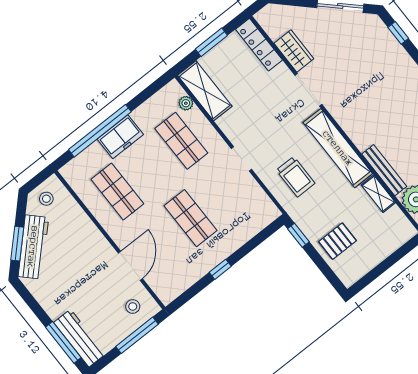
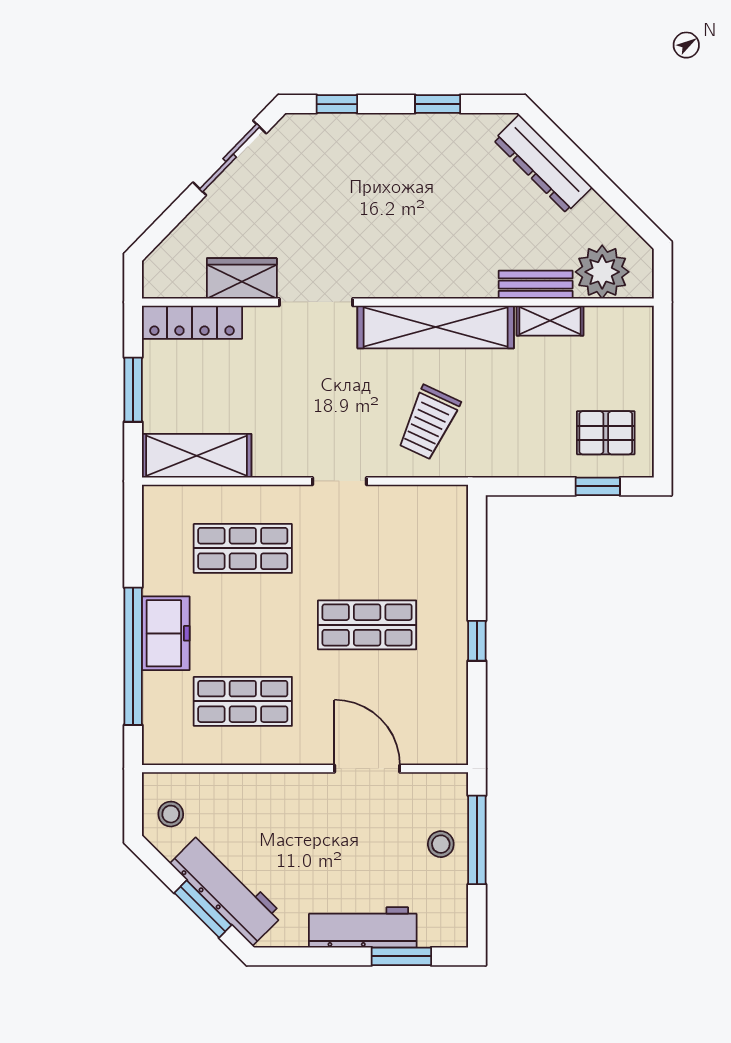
plant: (186, 103) -> (193, 498), removed
bench: (384, 170) -> (536, 285), width x0.73
trolley: (296, 177) -> (429, 422), turned 115
window: (298, 235) -> (598, 486), moved
pallet: (337, 241) -> (606, 433), moved, turned 90
stool: (133, 306) -> (441, 844), moved
workbench: (80, 338) -> (363, 927), moved
window: (63, 342) -> (401, 956), width x0.69

